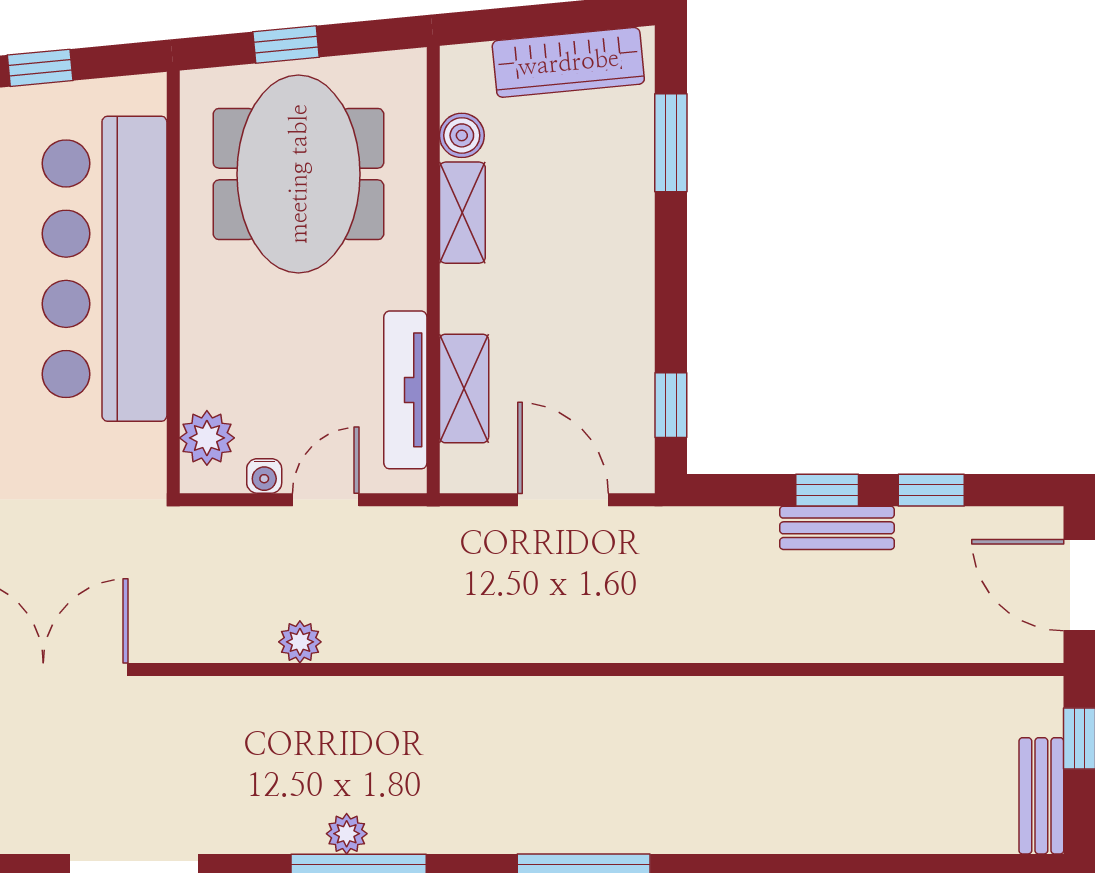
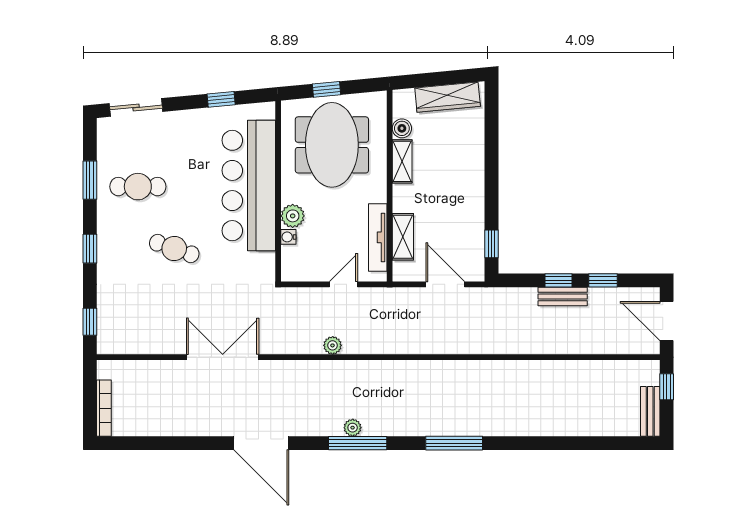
window: (671, 143) -> (491, 131), removed
plant: (207, 438) -> (293, 216), moved
water cooler: (264, 476) -> (288, 237), moved, turned 90

